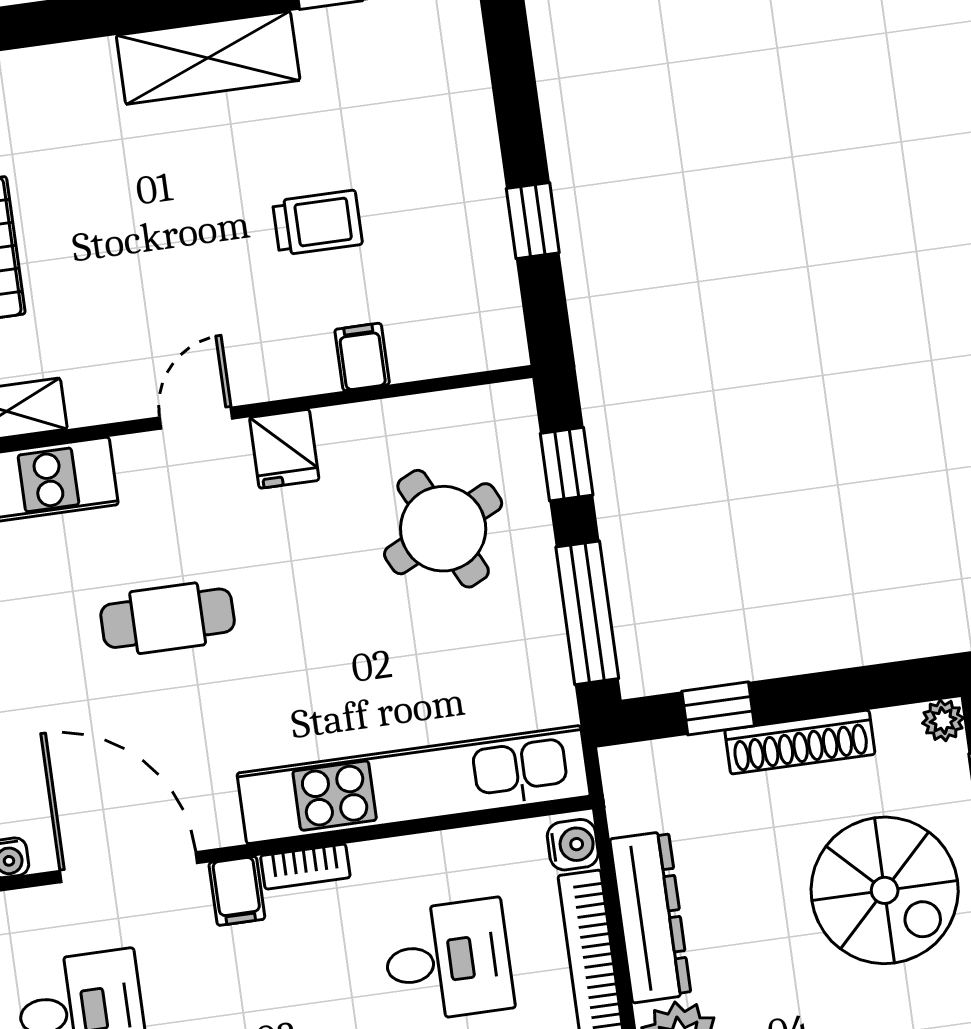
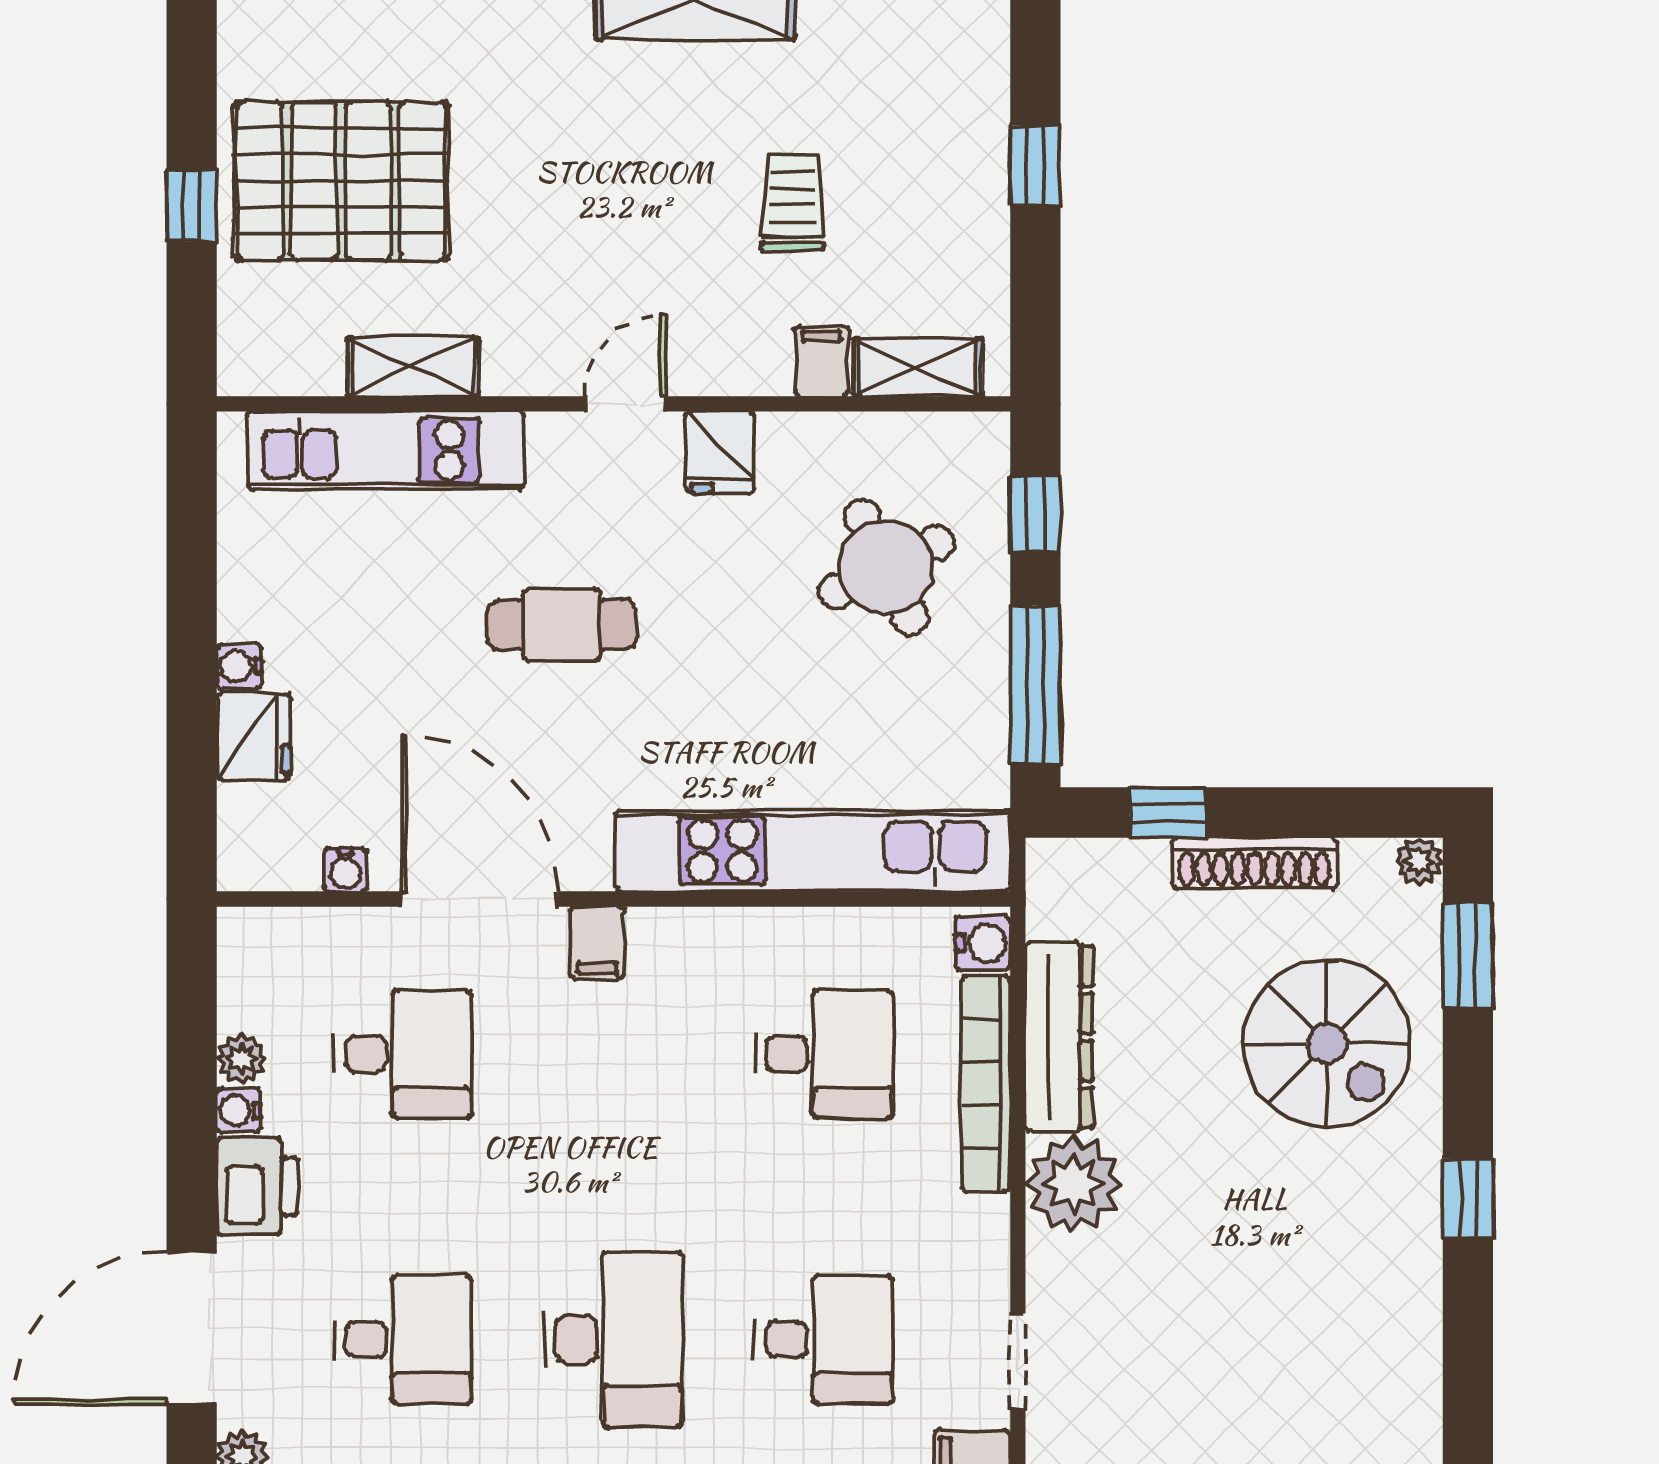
window: (533, 221) -> (1035, 166), moved
trolley: (317, 223) -> (792, 203), turned -90
shelving: (446, 351) -> (918, 367), added
bookcase: (305, 867) -> (678, 926), removed

